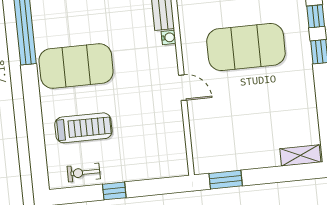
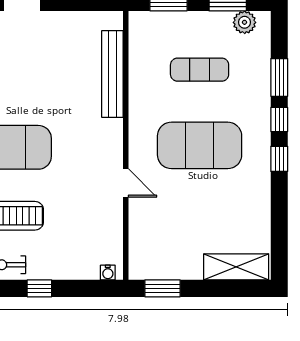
water cooler: (169, 37) -> (108, 273), moved, turned 90
shelving: (300, 155) -> (236, 267), width x1.50, depth x1.33

